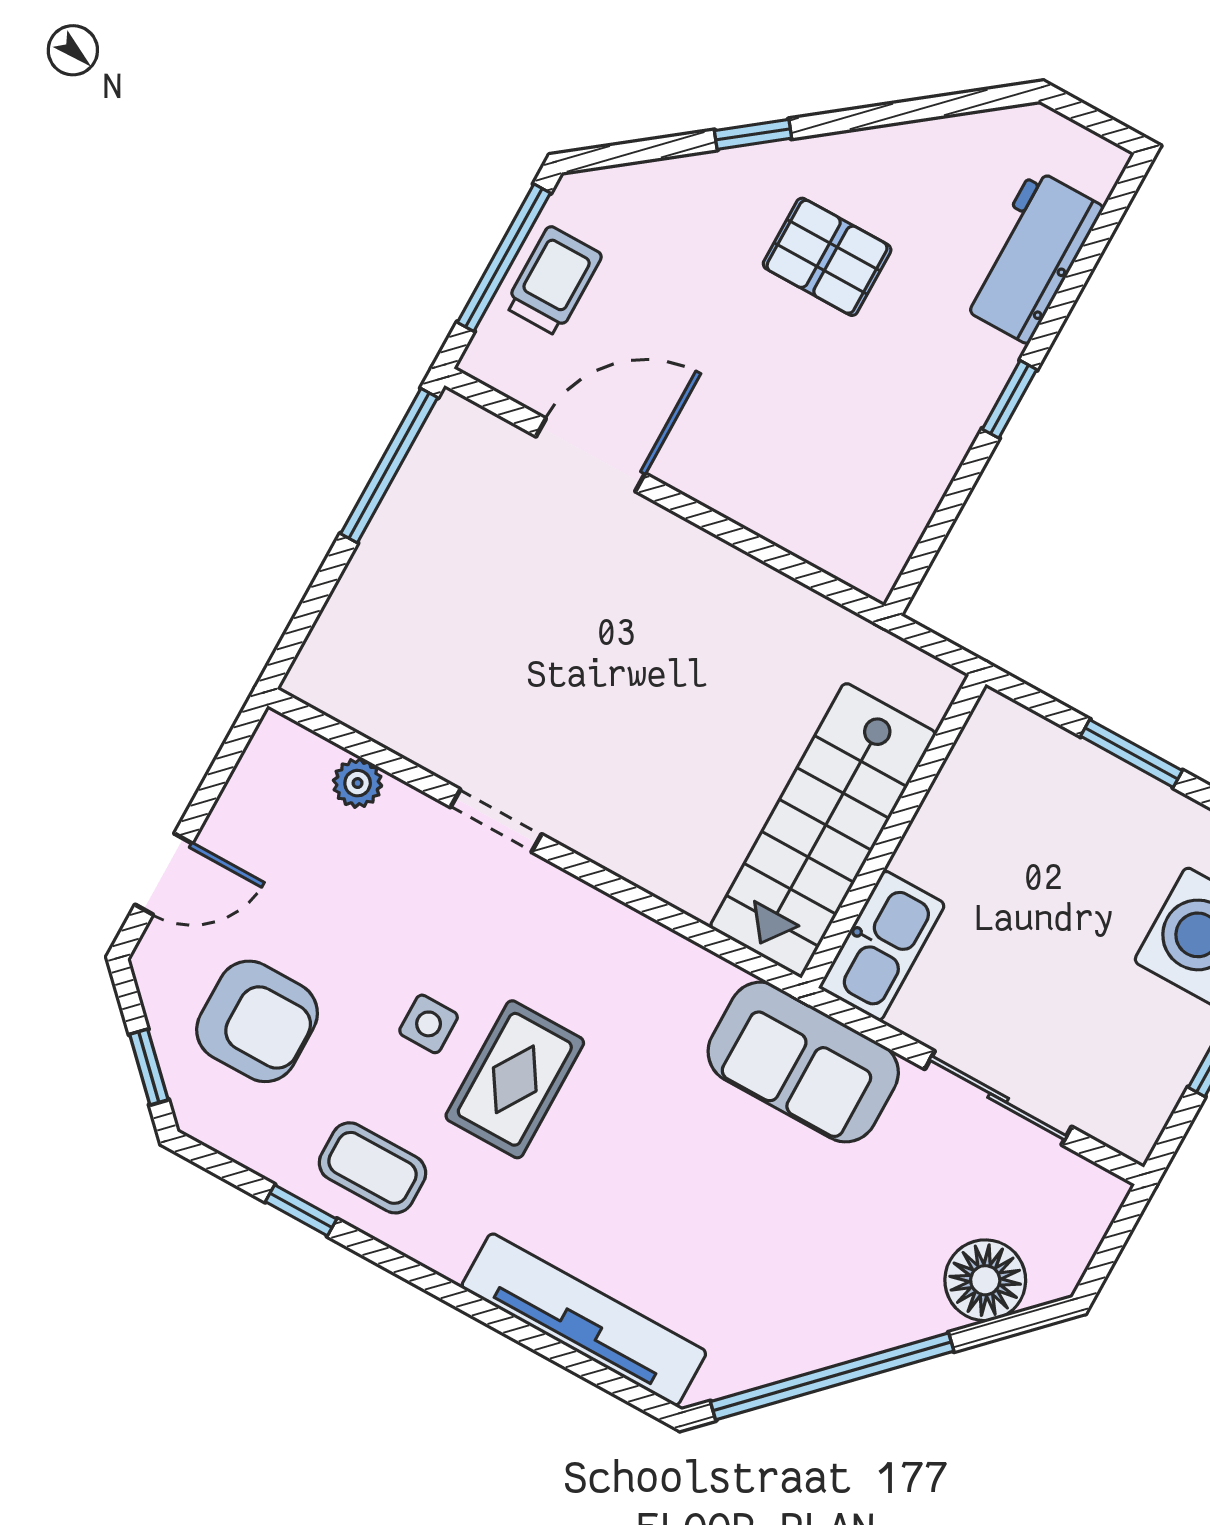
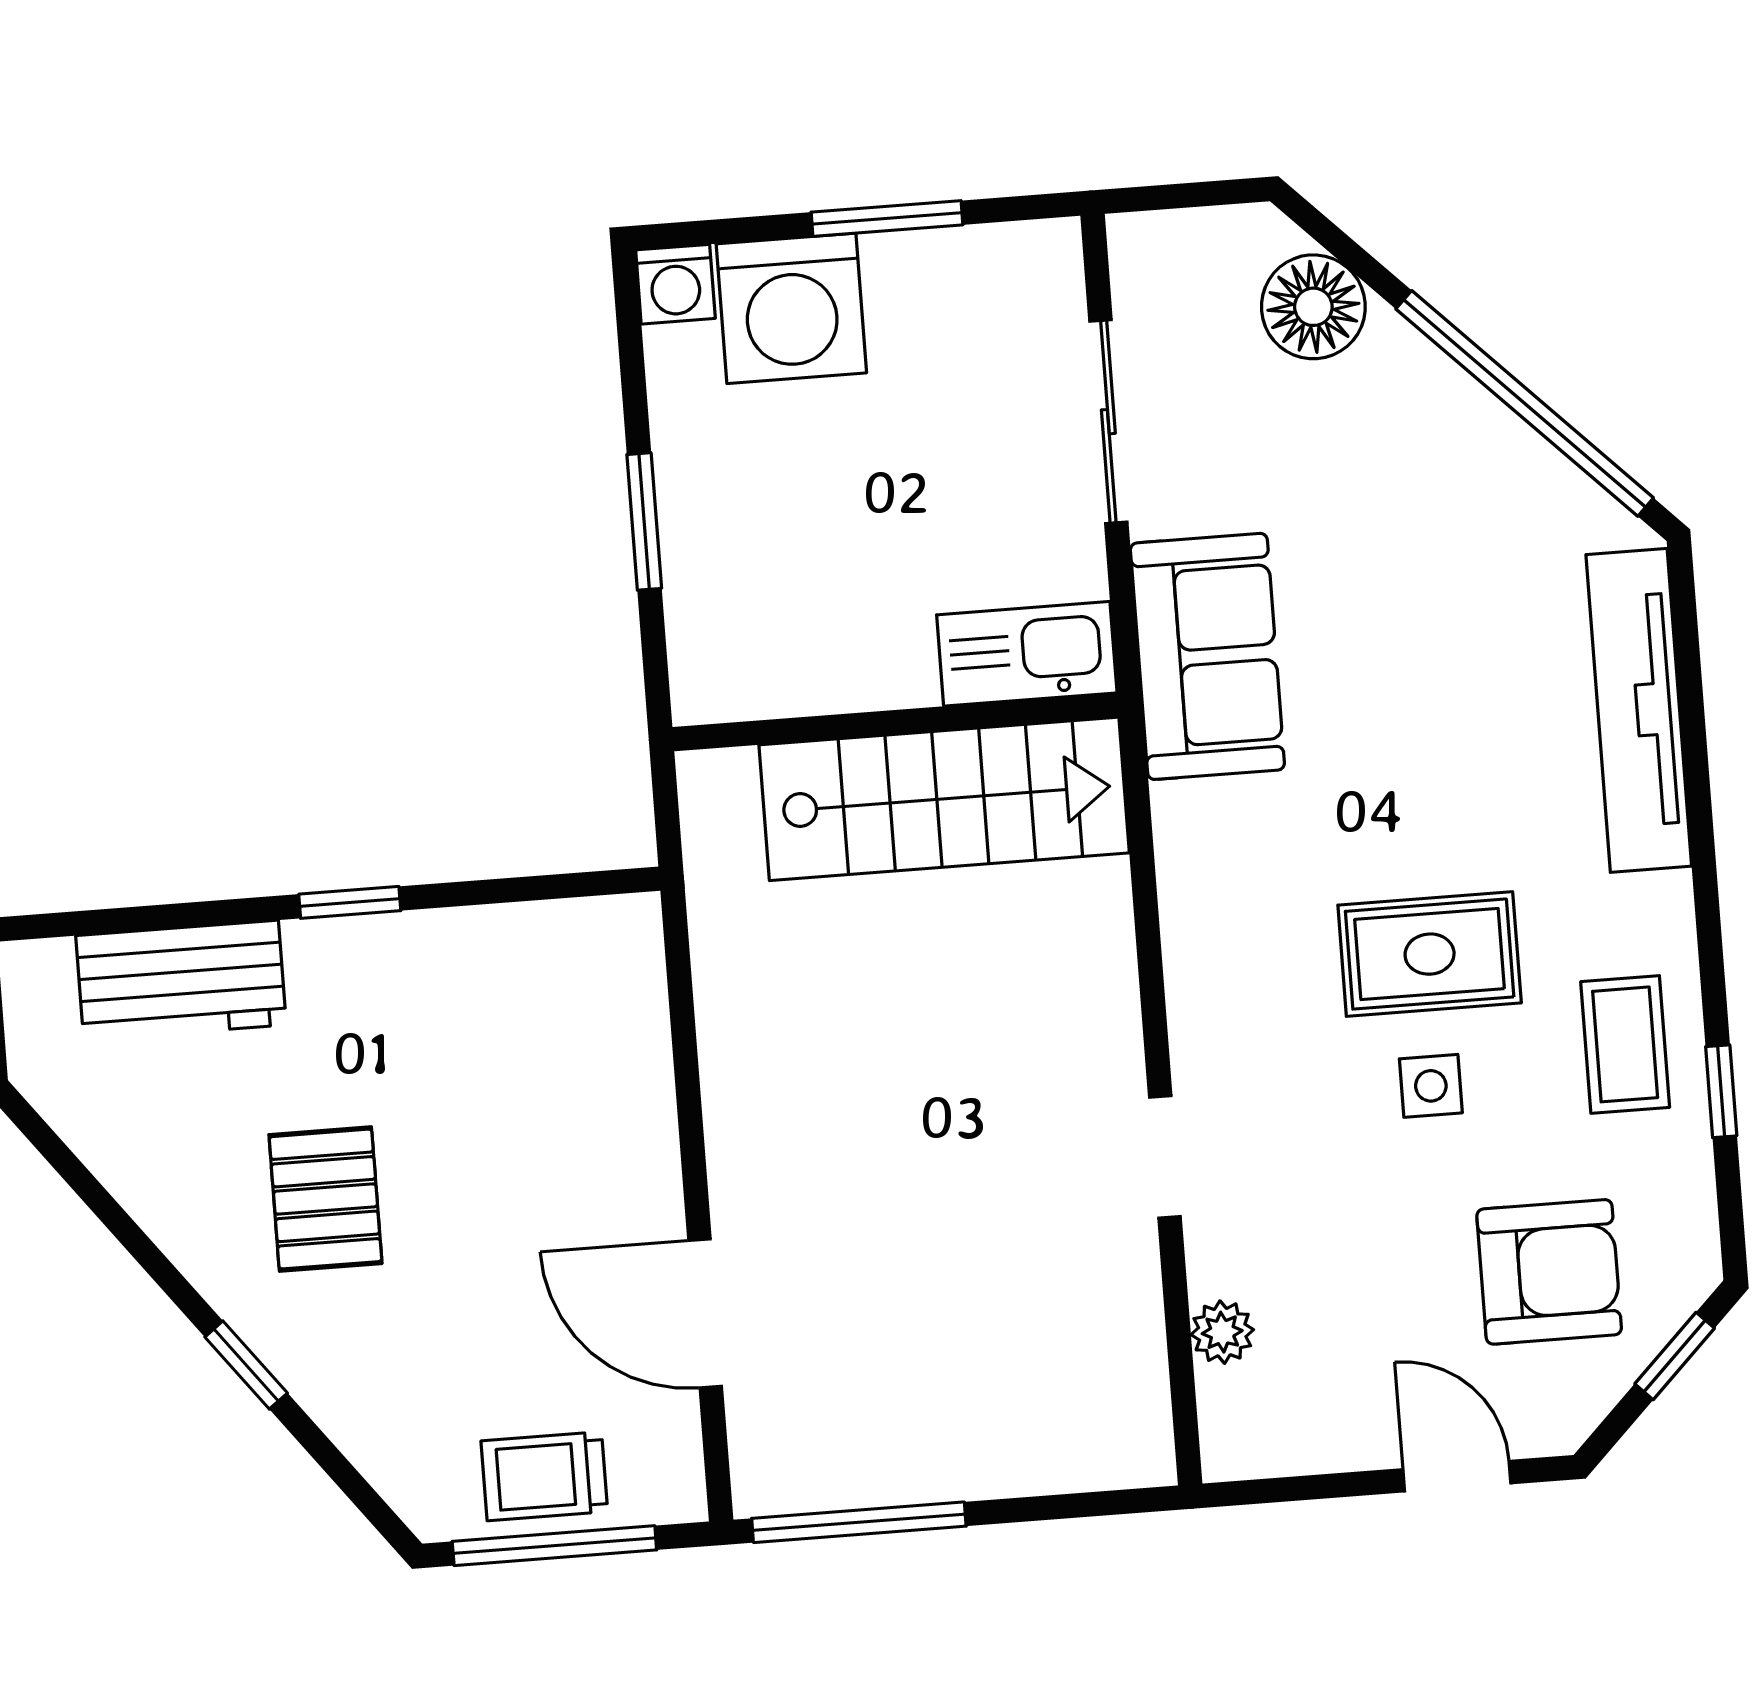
armchair: (257, 1021) -> (1549, 1272), turned 90

